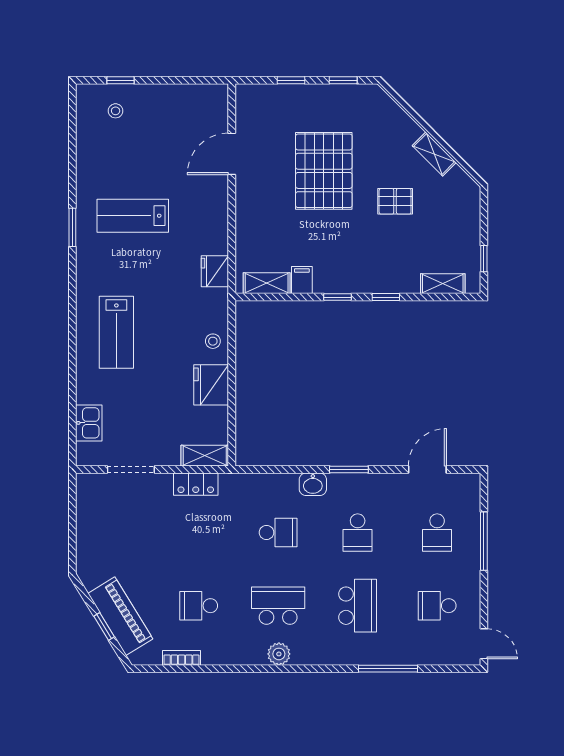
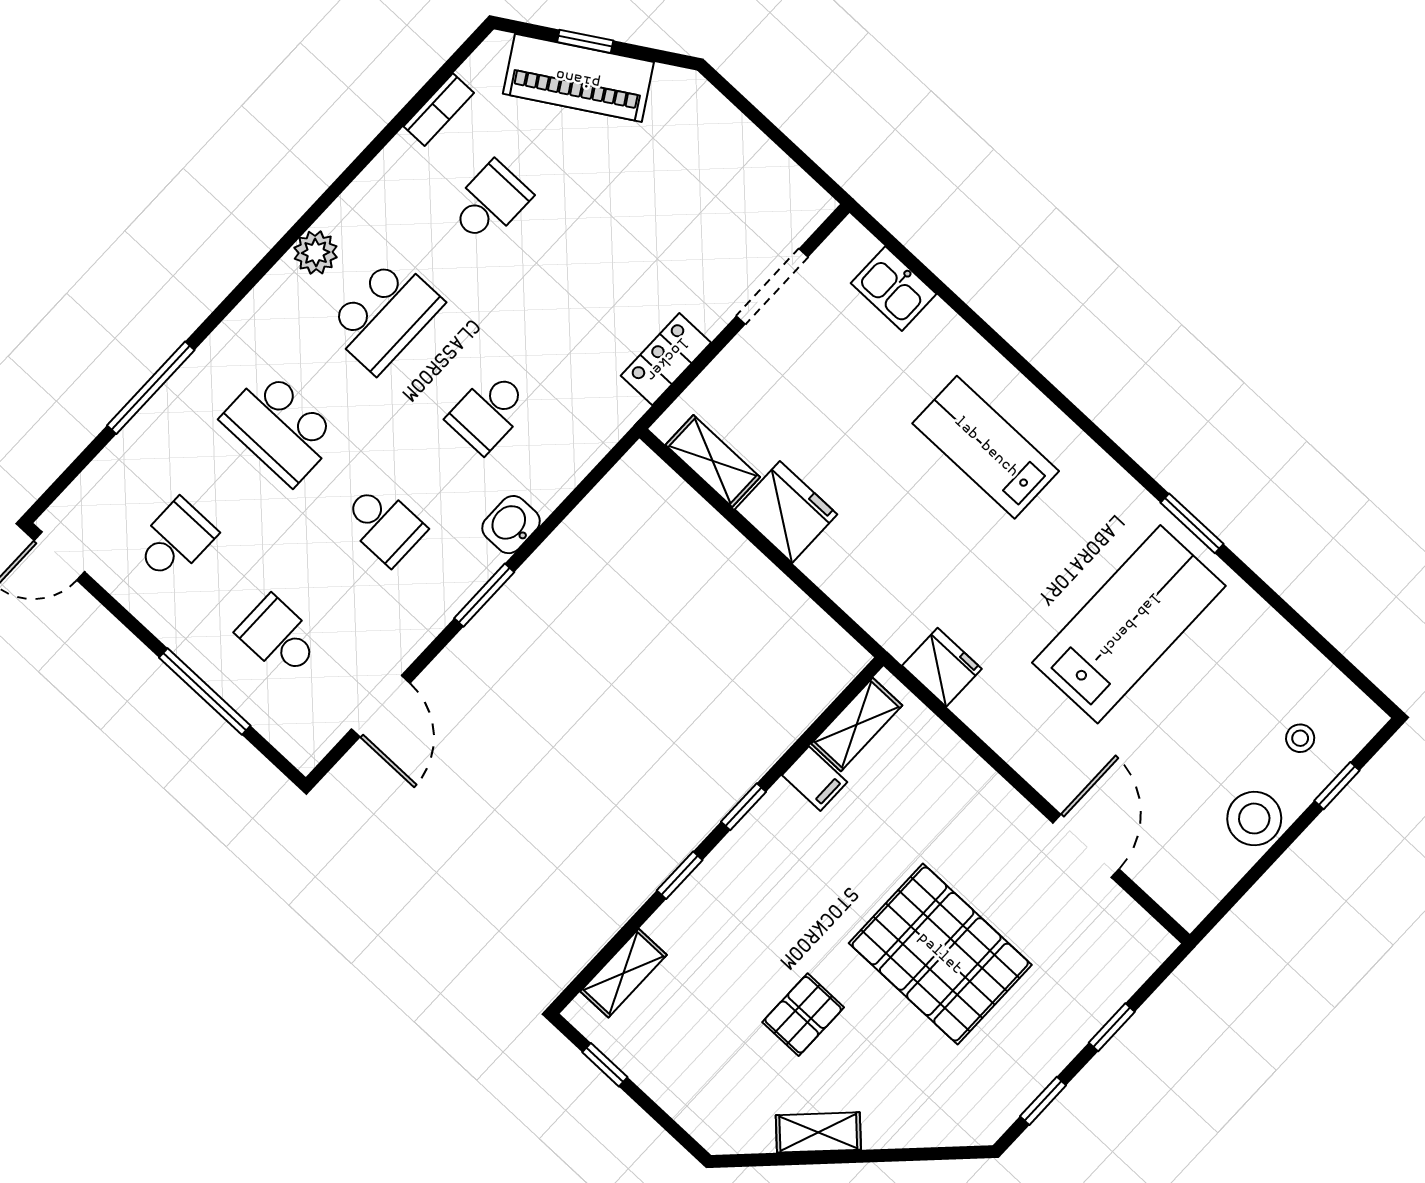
lab bench: (133, 216) -> (1129, 624), width x1.36, depth x1.39
stool: (213, 341) -> (1254, 819), moved, width x1.89, depth x1.89
shelving: (205, 456) -> (713, 461), moved, turned 90
school desk: (358, 532) -> (384, 524), turned 180

